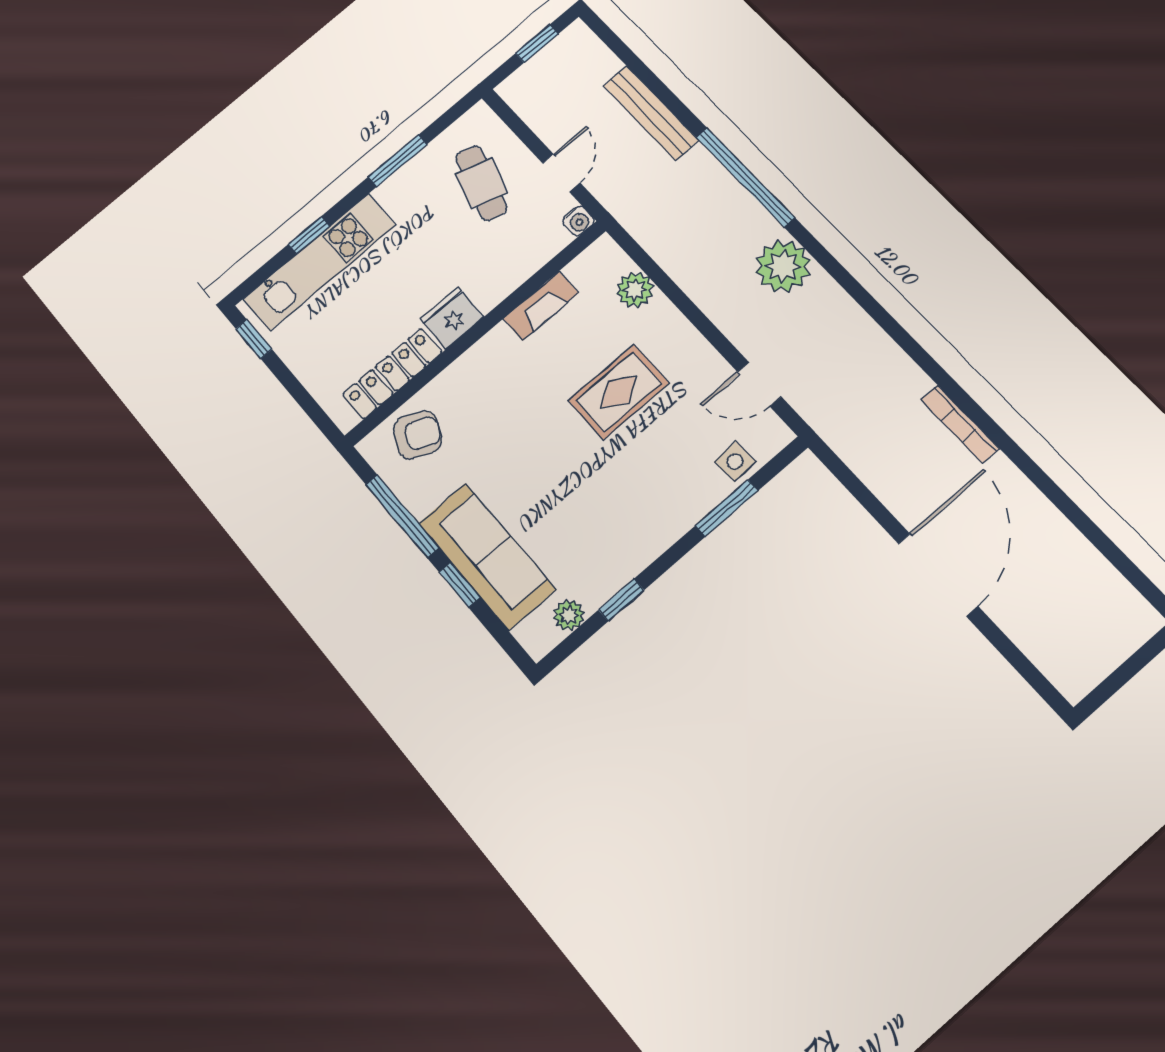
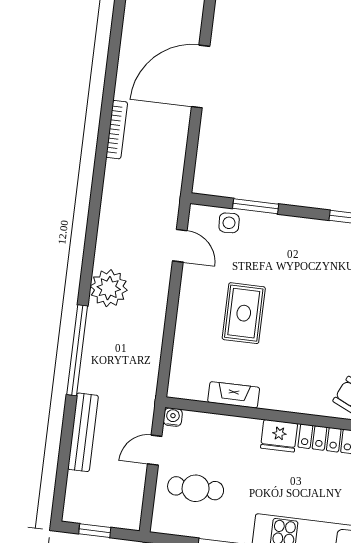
cafe table: (481, 183) -> (196, 488), turned 73
plant: (635, 290) -> (184, 353), removed
rug: (619, 392) -> (244, 313), turned 90

